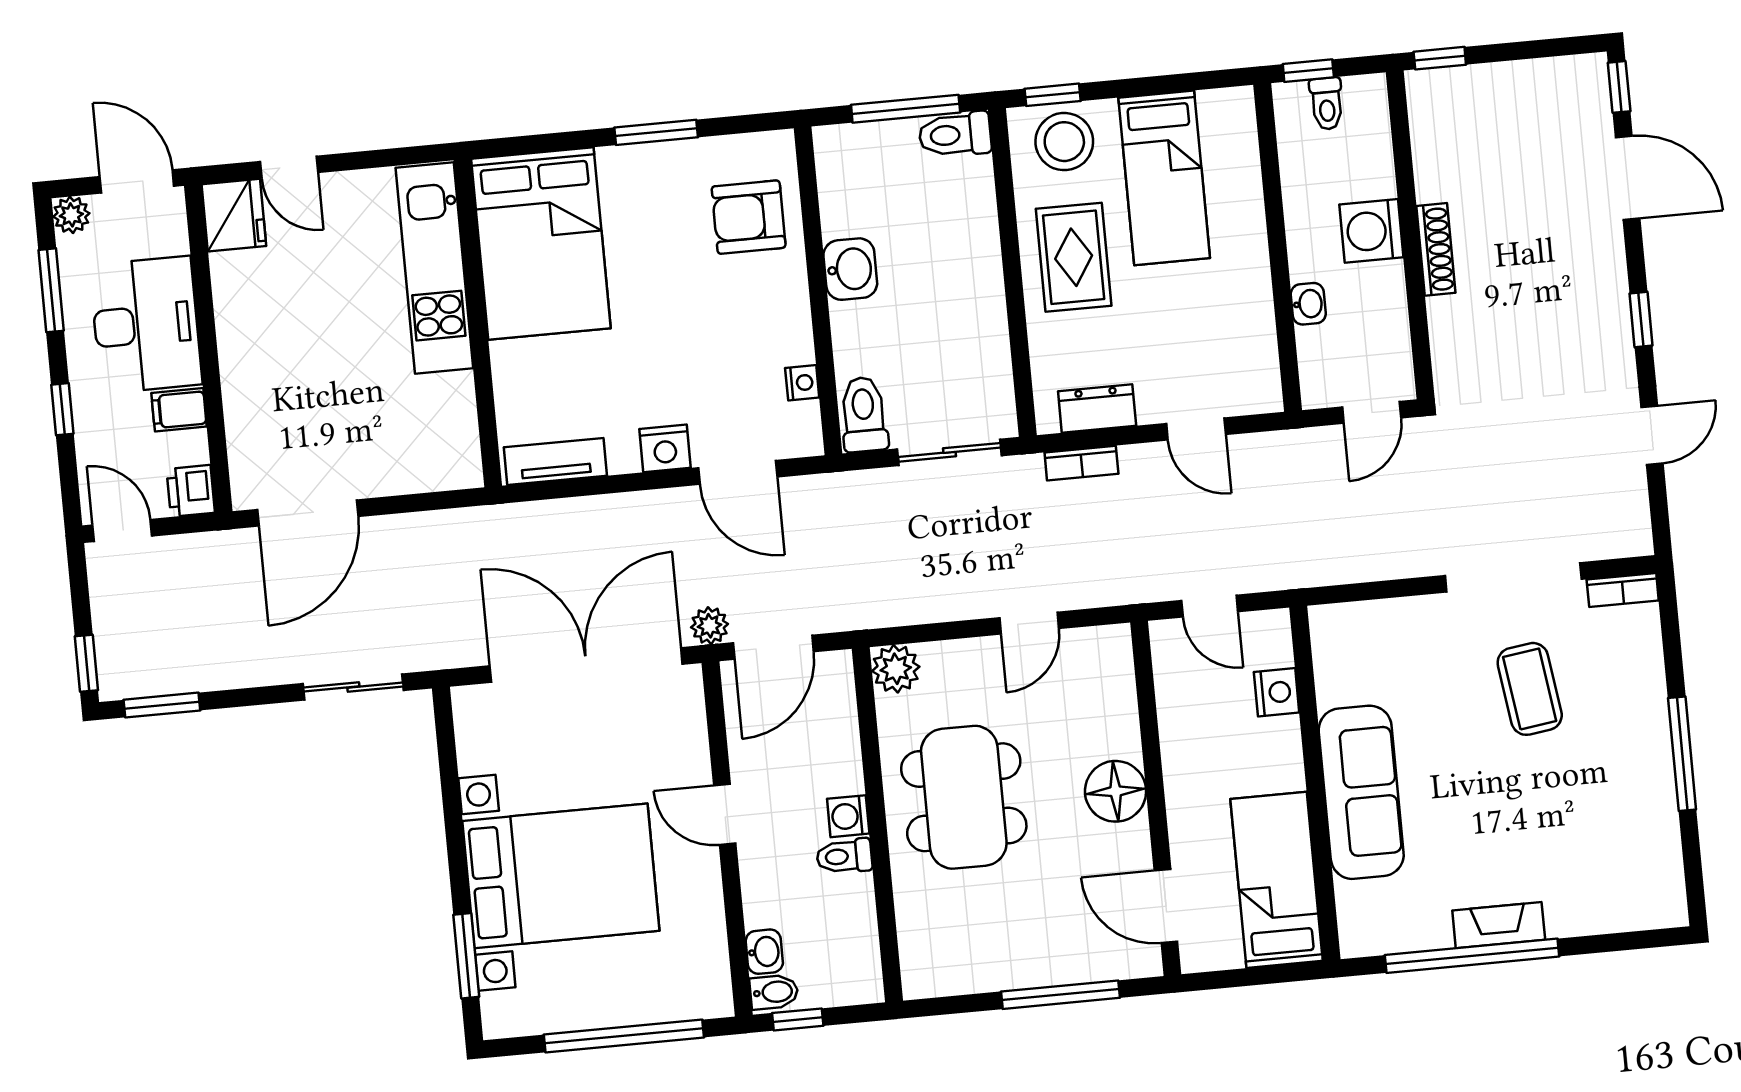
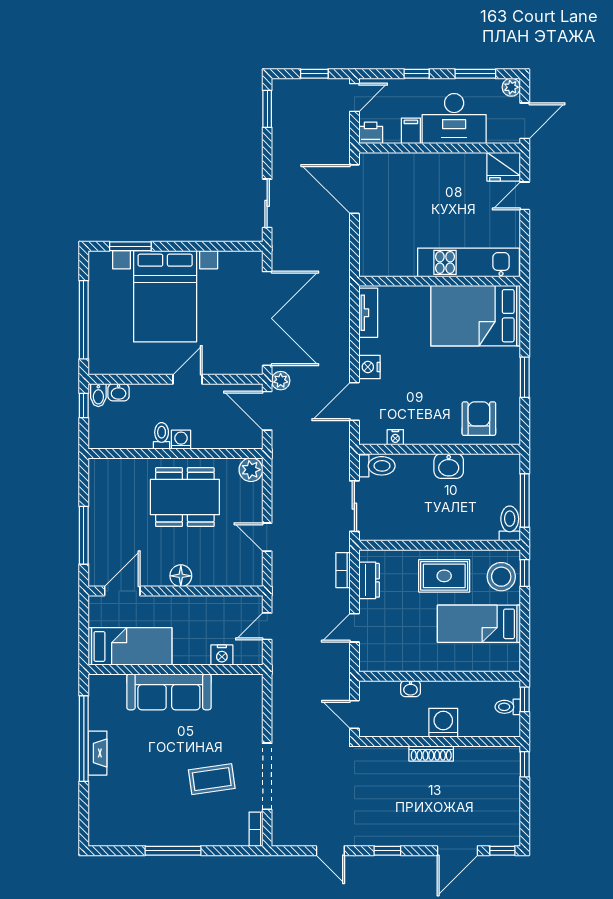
window: (86, 663) -> (314, 74), moved
floor lamp: (1116, 791) -> (181, 576), width x0.73, depth x0.73

